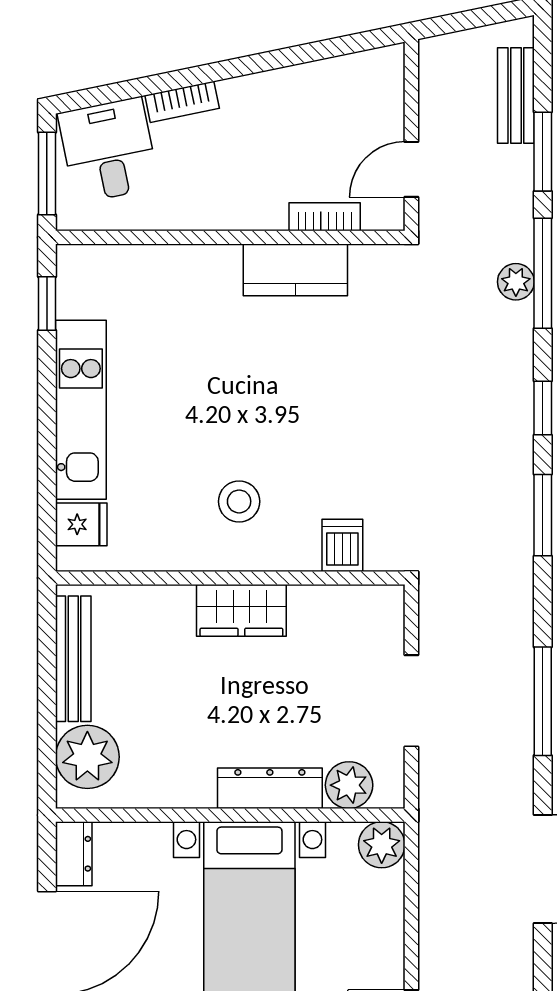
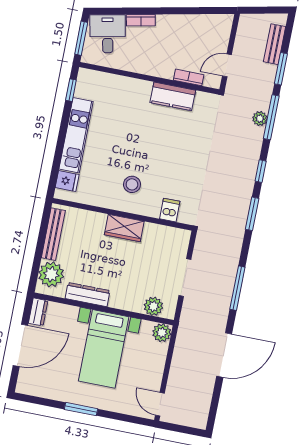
dresser: (270, 788) -> (88, 295), moved

